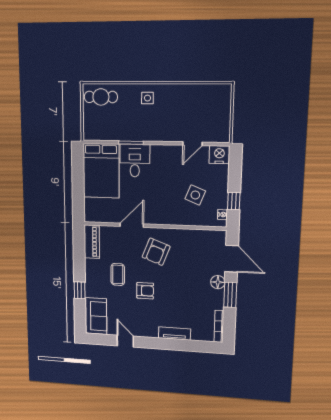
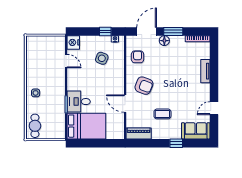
armchair: (145, 291) -> (138, 57), moved

